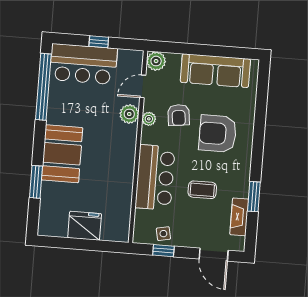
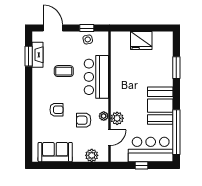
plant: (156, 61) -> (92, 155), moved
sofa: (215, 71) -> (55, 152), width x0.73
armchair: (179, 115) -> (84, 120), turned -83
armchair: (218, 134) -> (56, 110), width x0.53, depth x0.53
booth: (62, 154) -> (160, 106), moved
window: (254, 197) -> (29, 56), moved

